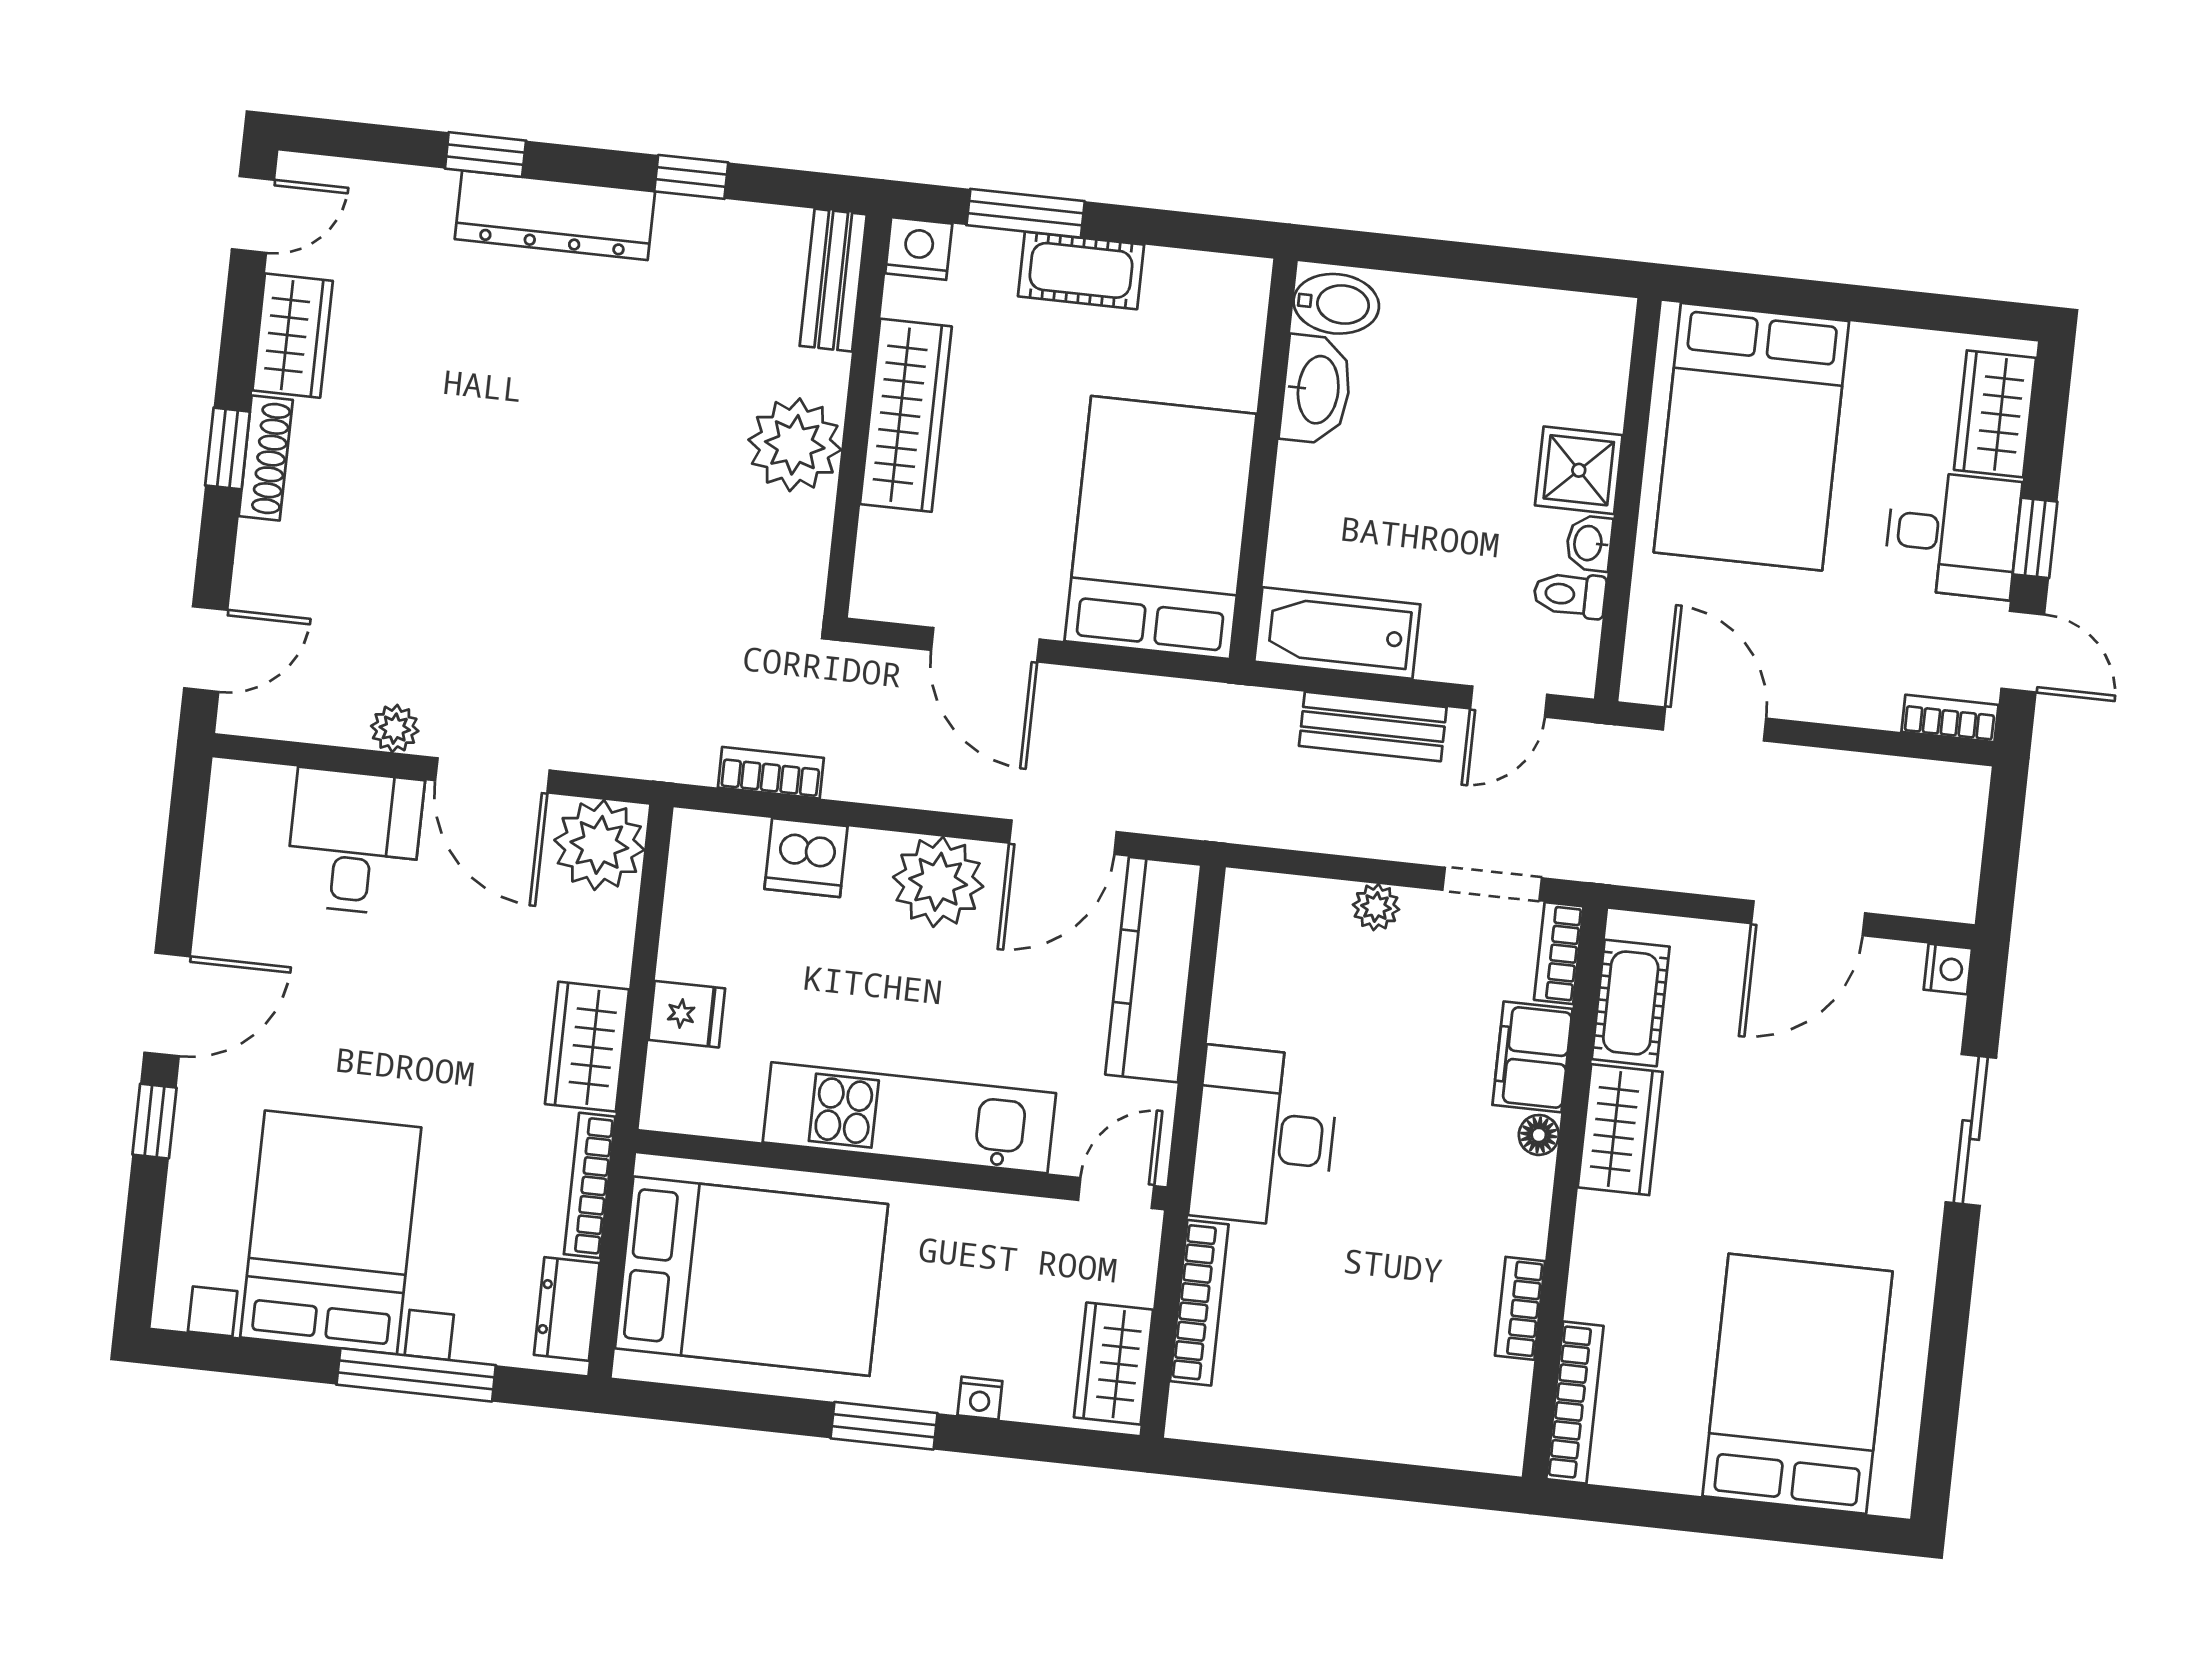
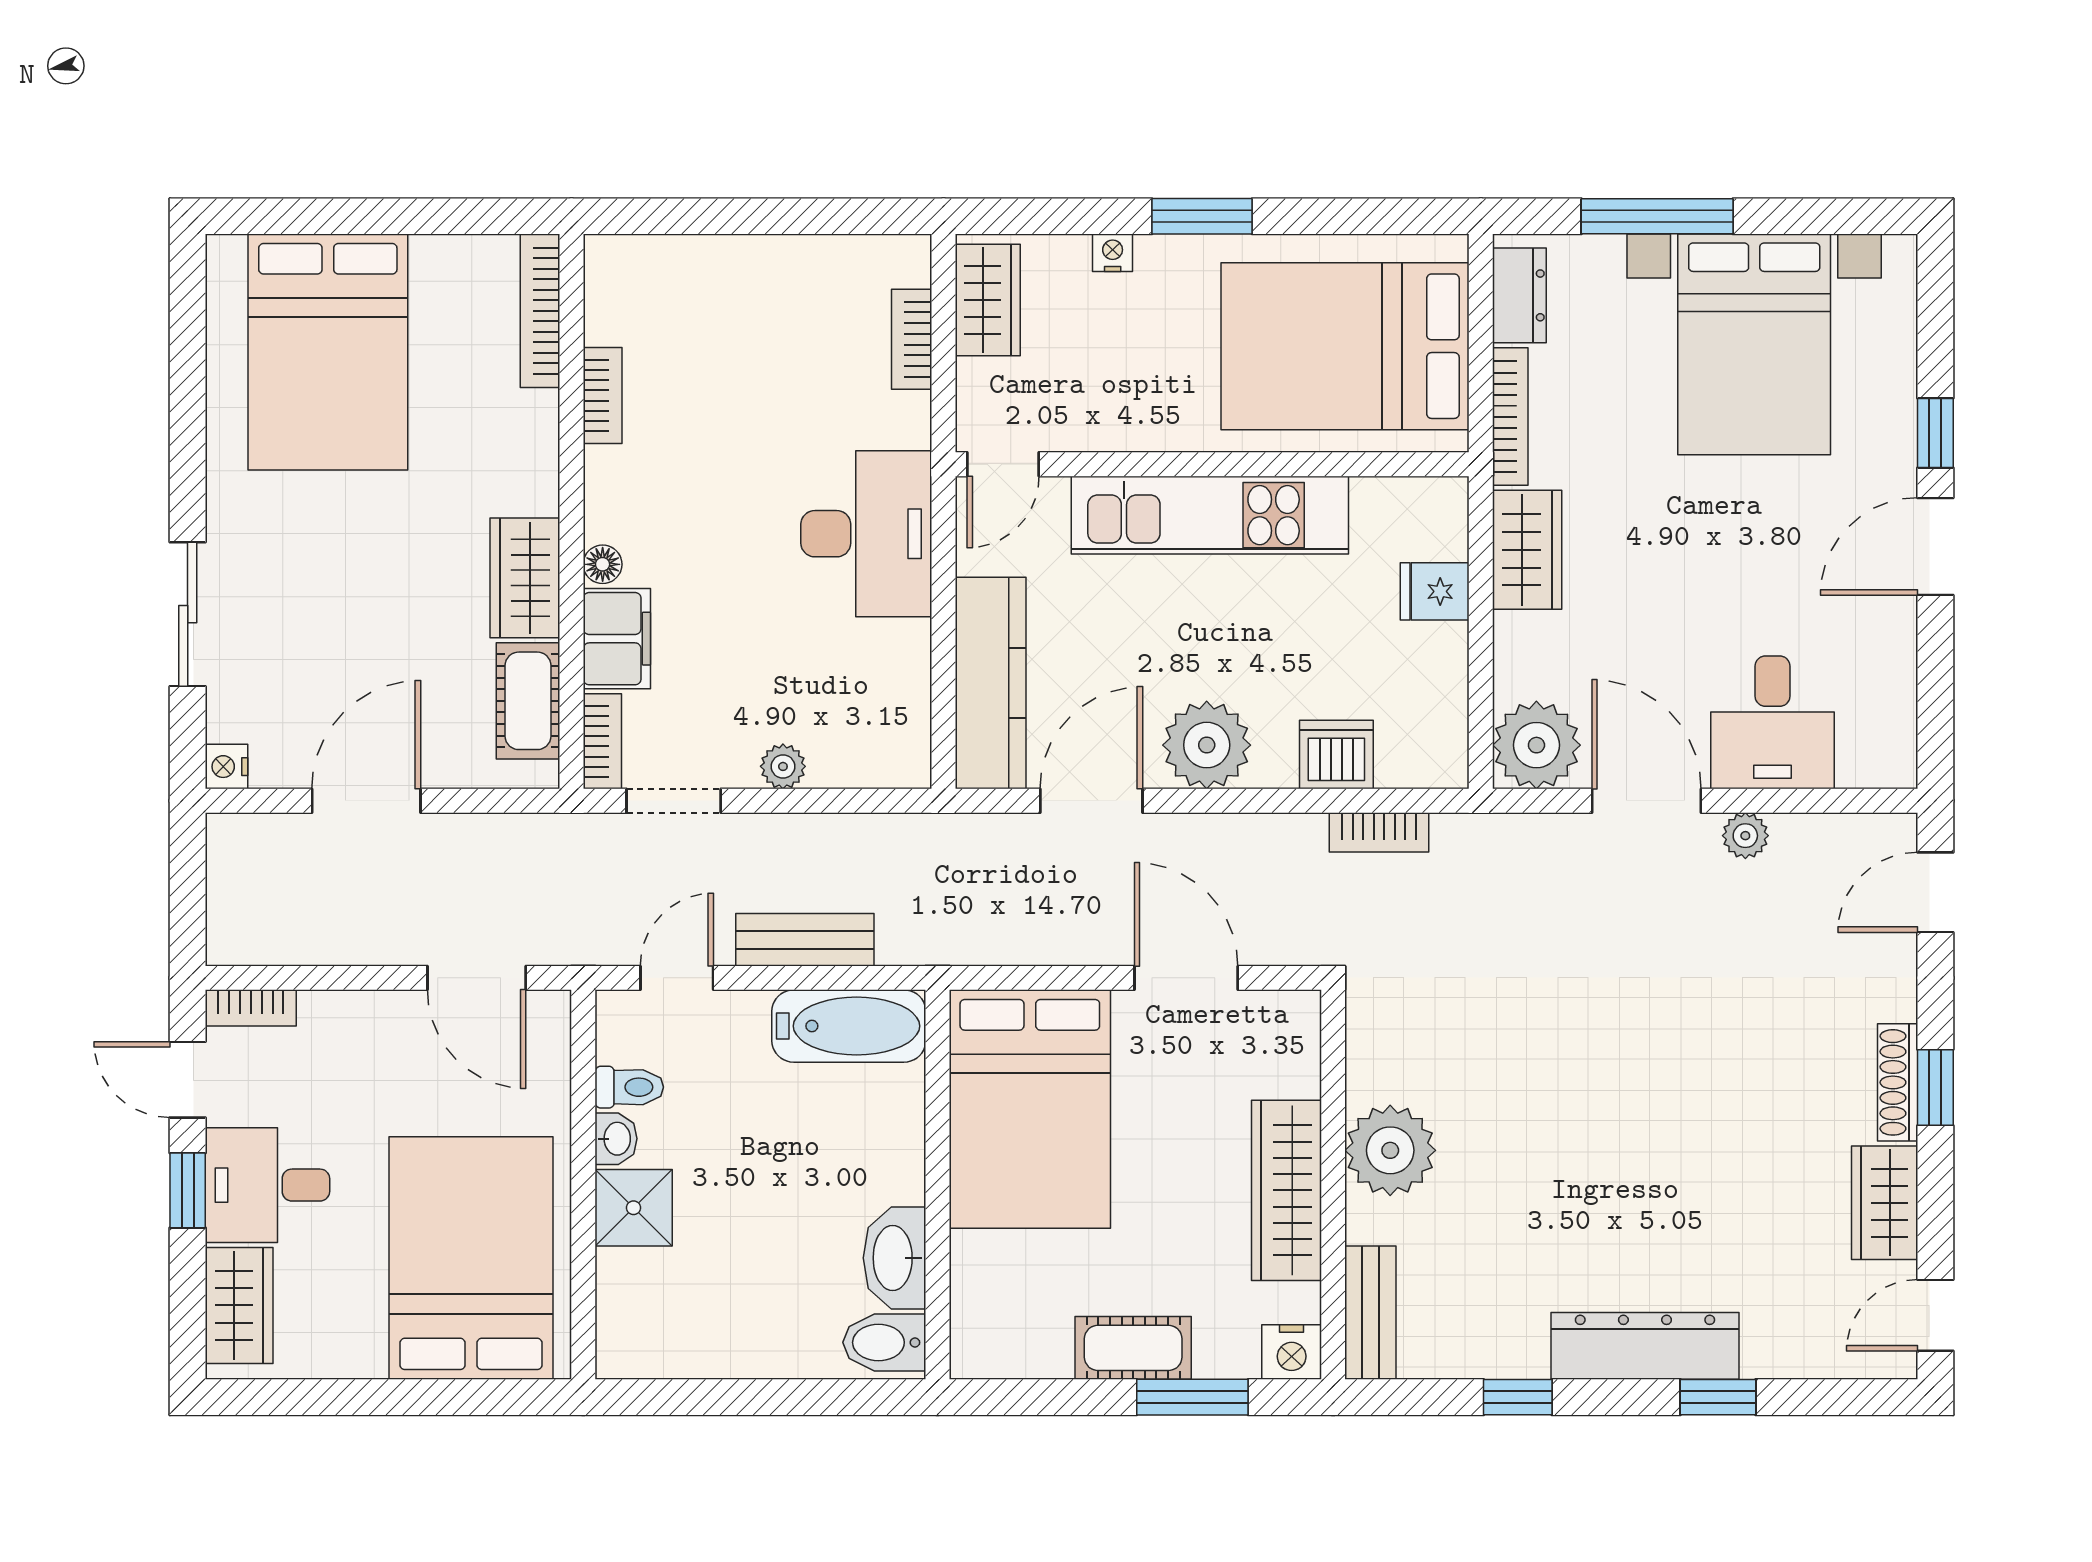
bookcase: (1199, 1303) -> (912, 339), width x0.64

